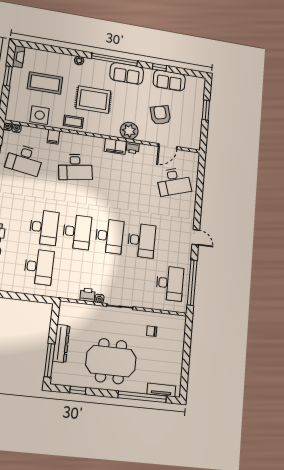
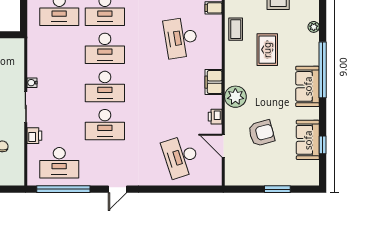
window: (160, 67) -> (323, 145), moved
rug: (93, 100) -> (267, 50), width x0.73, depth x0.70
printer: (133, 148) -> (215, 117), moved
printer: (88, 295) -> (34, 136), moved

